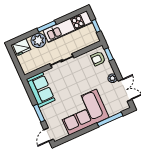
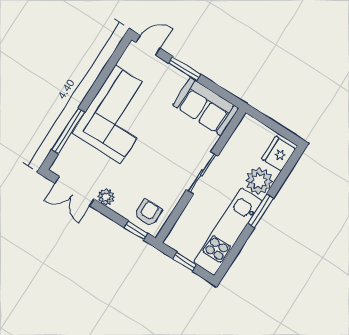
door: (49, 135) -> (148, 45), hinge flipped

